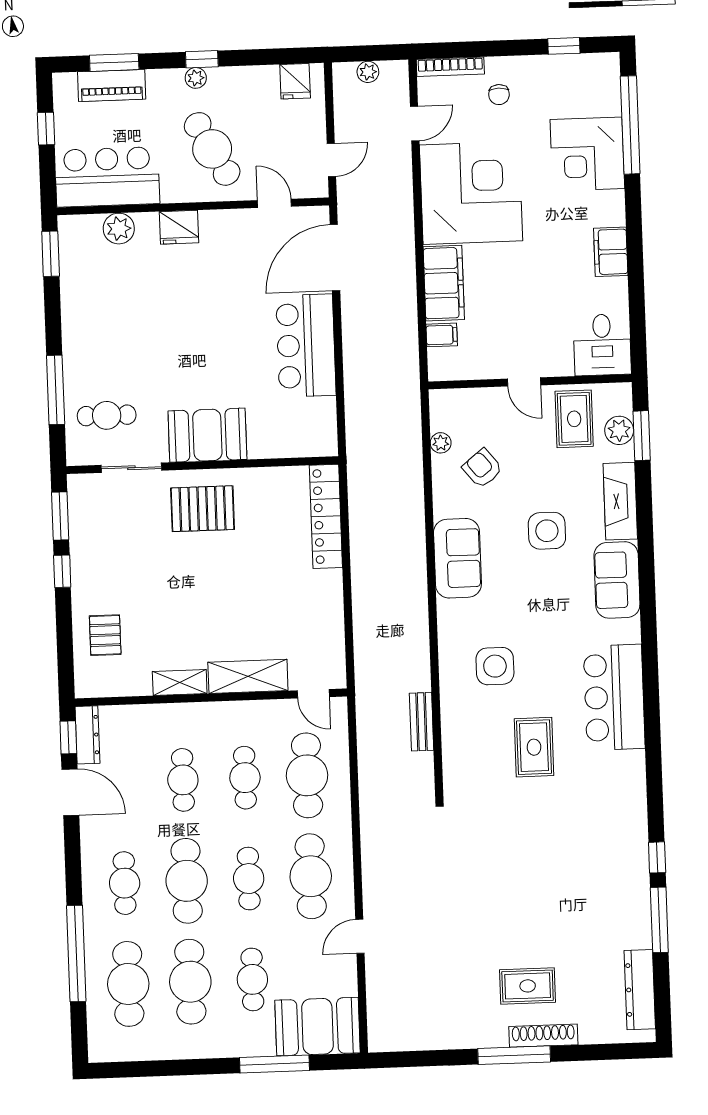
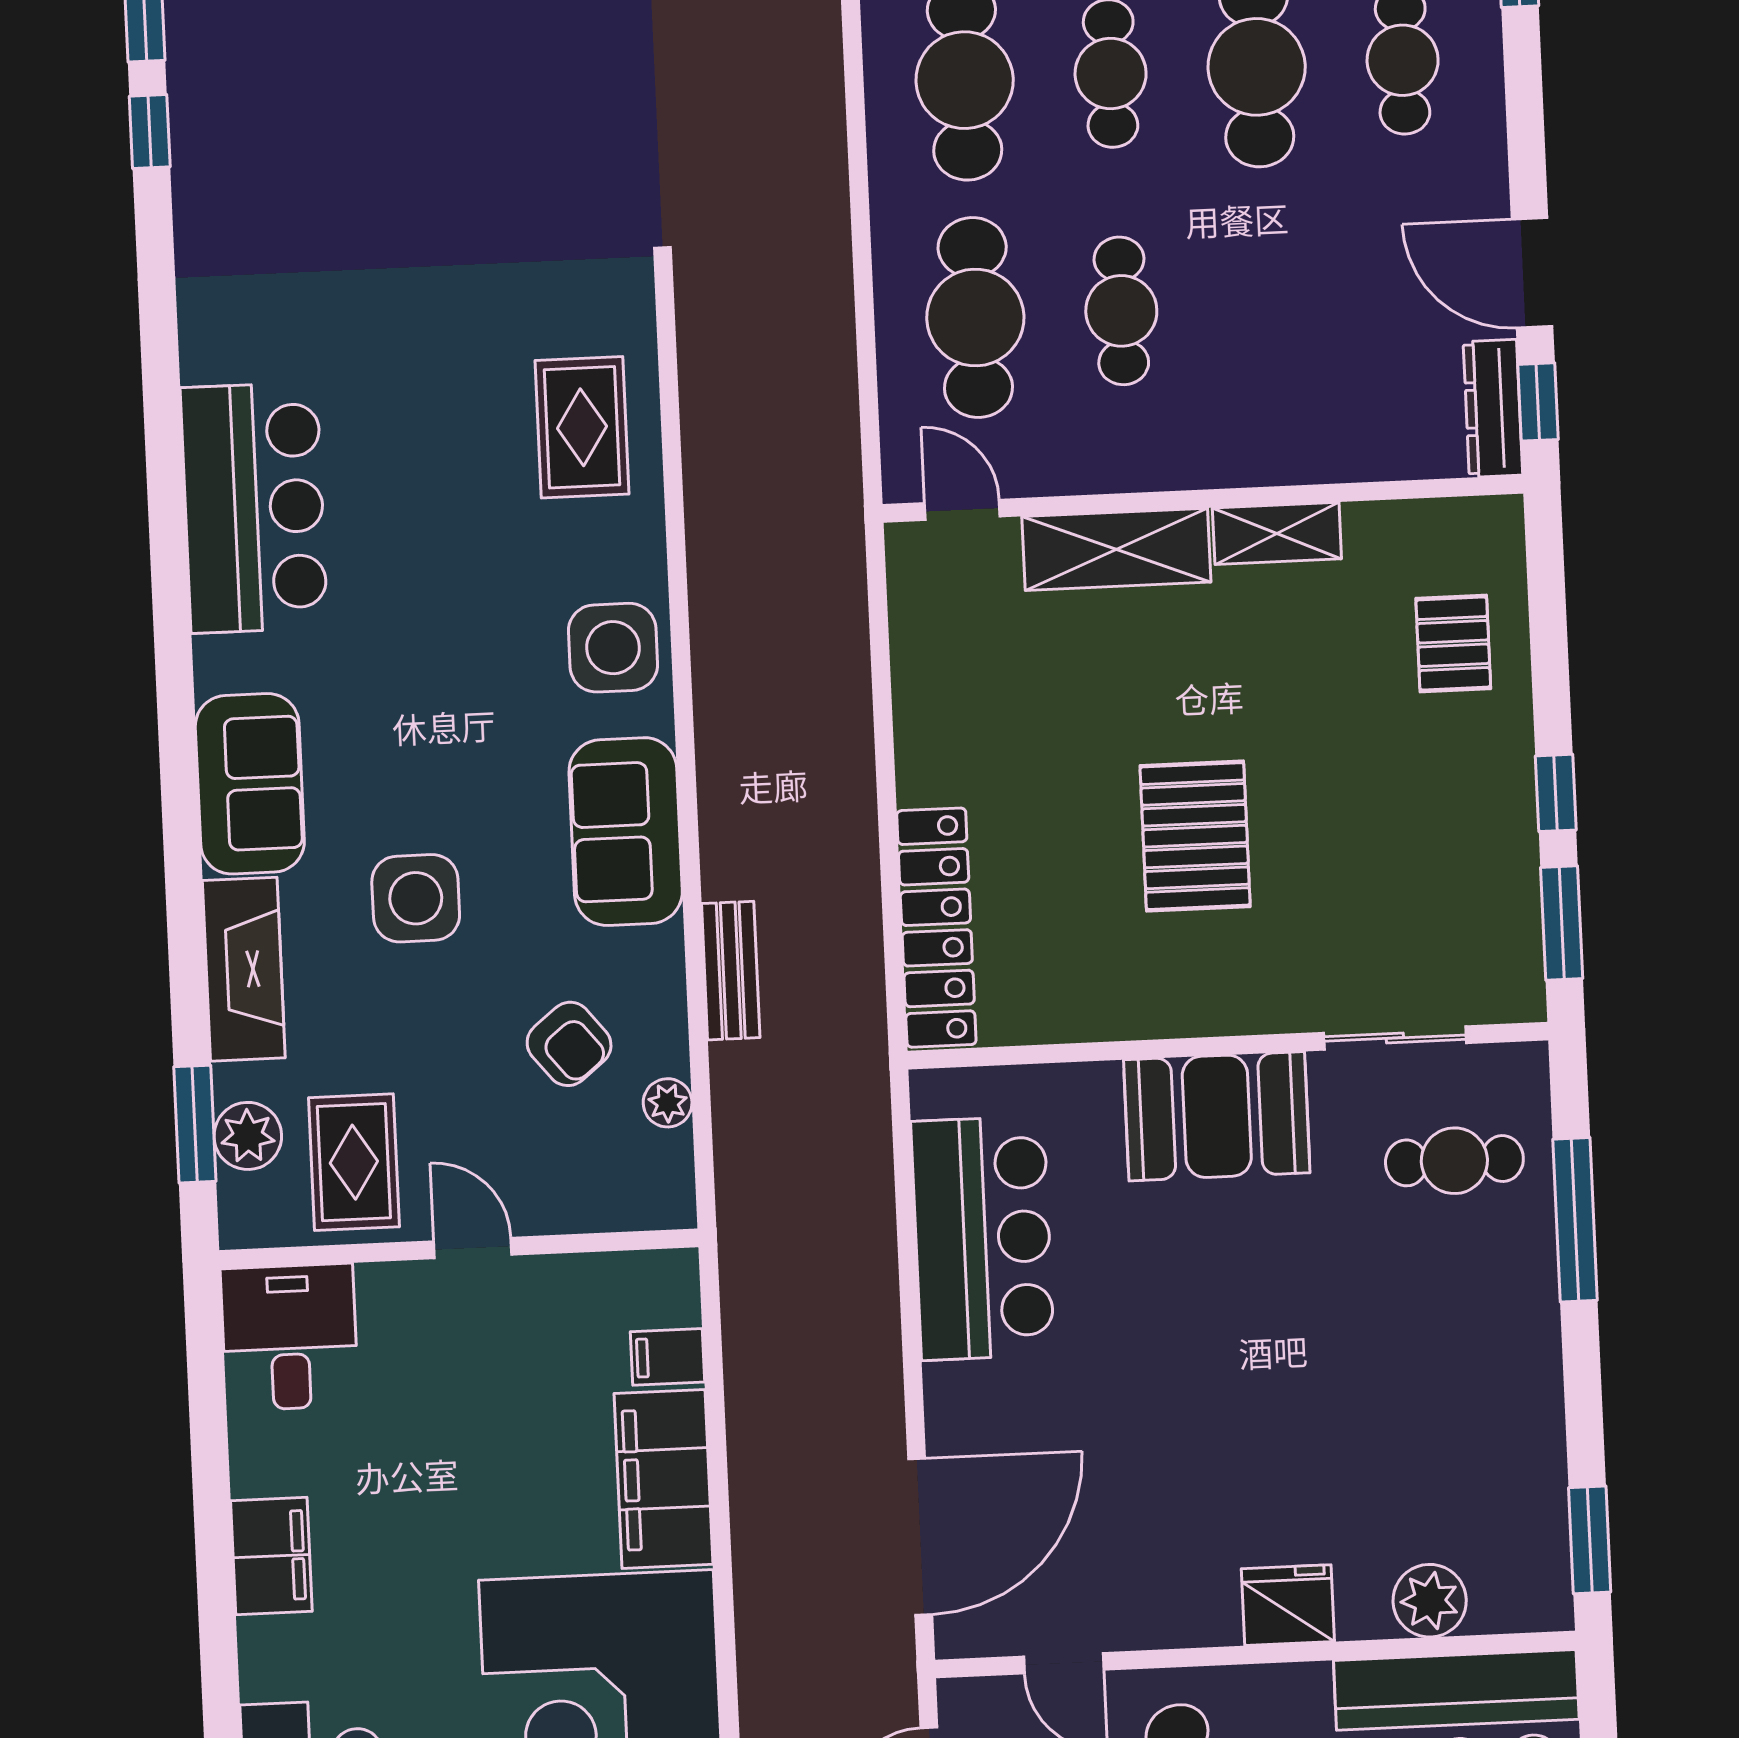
bar counter: (306, 345) -> (983, 1238), moved
pallet: (203, 509) -> (1195, 836), moved, turned 90
side table: (495, 666) -> (613, 648), moved
bench: (422, 722) -> (731, 971), moved
rug: (534, 747) -> (582, 427), moved
cafe table: (183, 780) -> (1267, 304), removed

